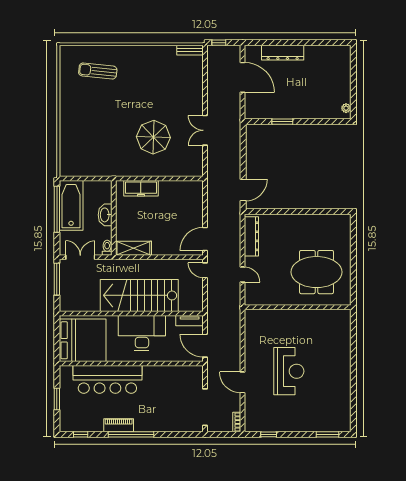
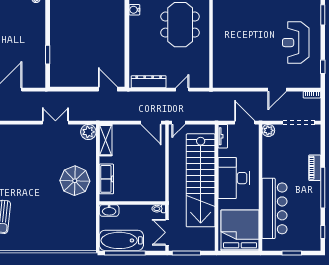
double door: (205, 130) -> (55, 123), swing flipped
parasol: (153, 137) -> (75, 181), moved
plant: (194, 168) -> (88, 132), added
washbasin: (105, 215) -> (109, 211), moved
water cooler: (333, 220) -> (134, 10), added
shelving: (133, 248) -> (106, 140), moved
stairs: (139, 295) -> (201, 180), width x1.36
door: (205, 346) -> (245, 123), swing flipped
reception desk: (289, 371) -> (296, 43), moved, turned -90
plant: (196, 372) -> (268, 130), added
piano: (119, 425) -> (315, 168), moved

